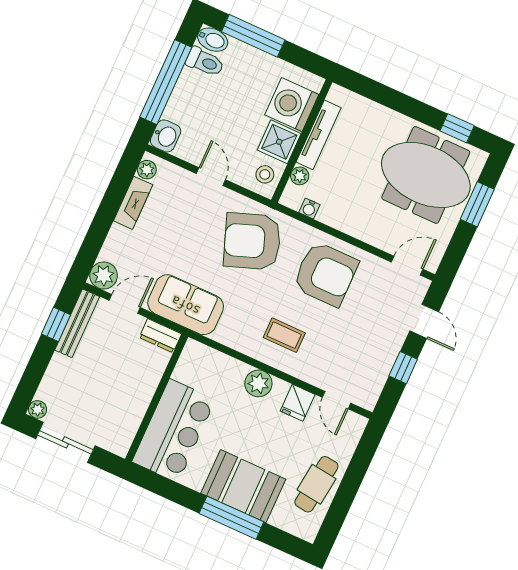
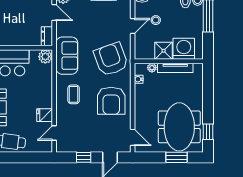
stool: (265, 174) -> (156, 20), moved
sofa: (186, 305) -> (67, 56), moved
plant: (258, 383) -> (45, 57), moved

